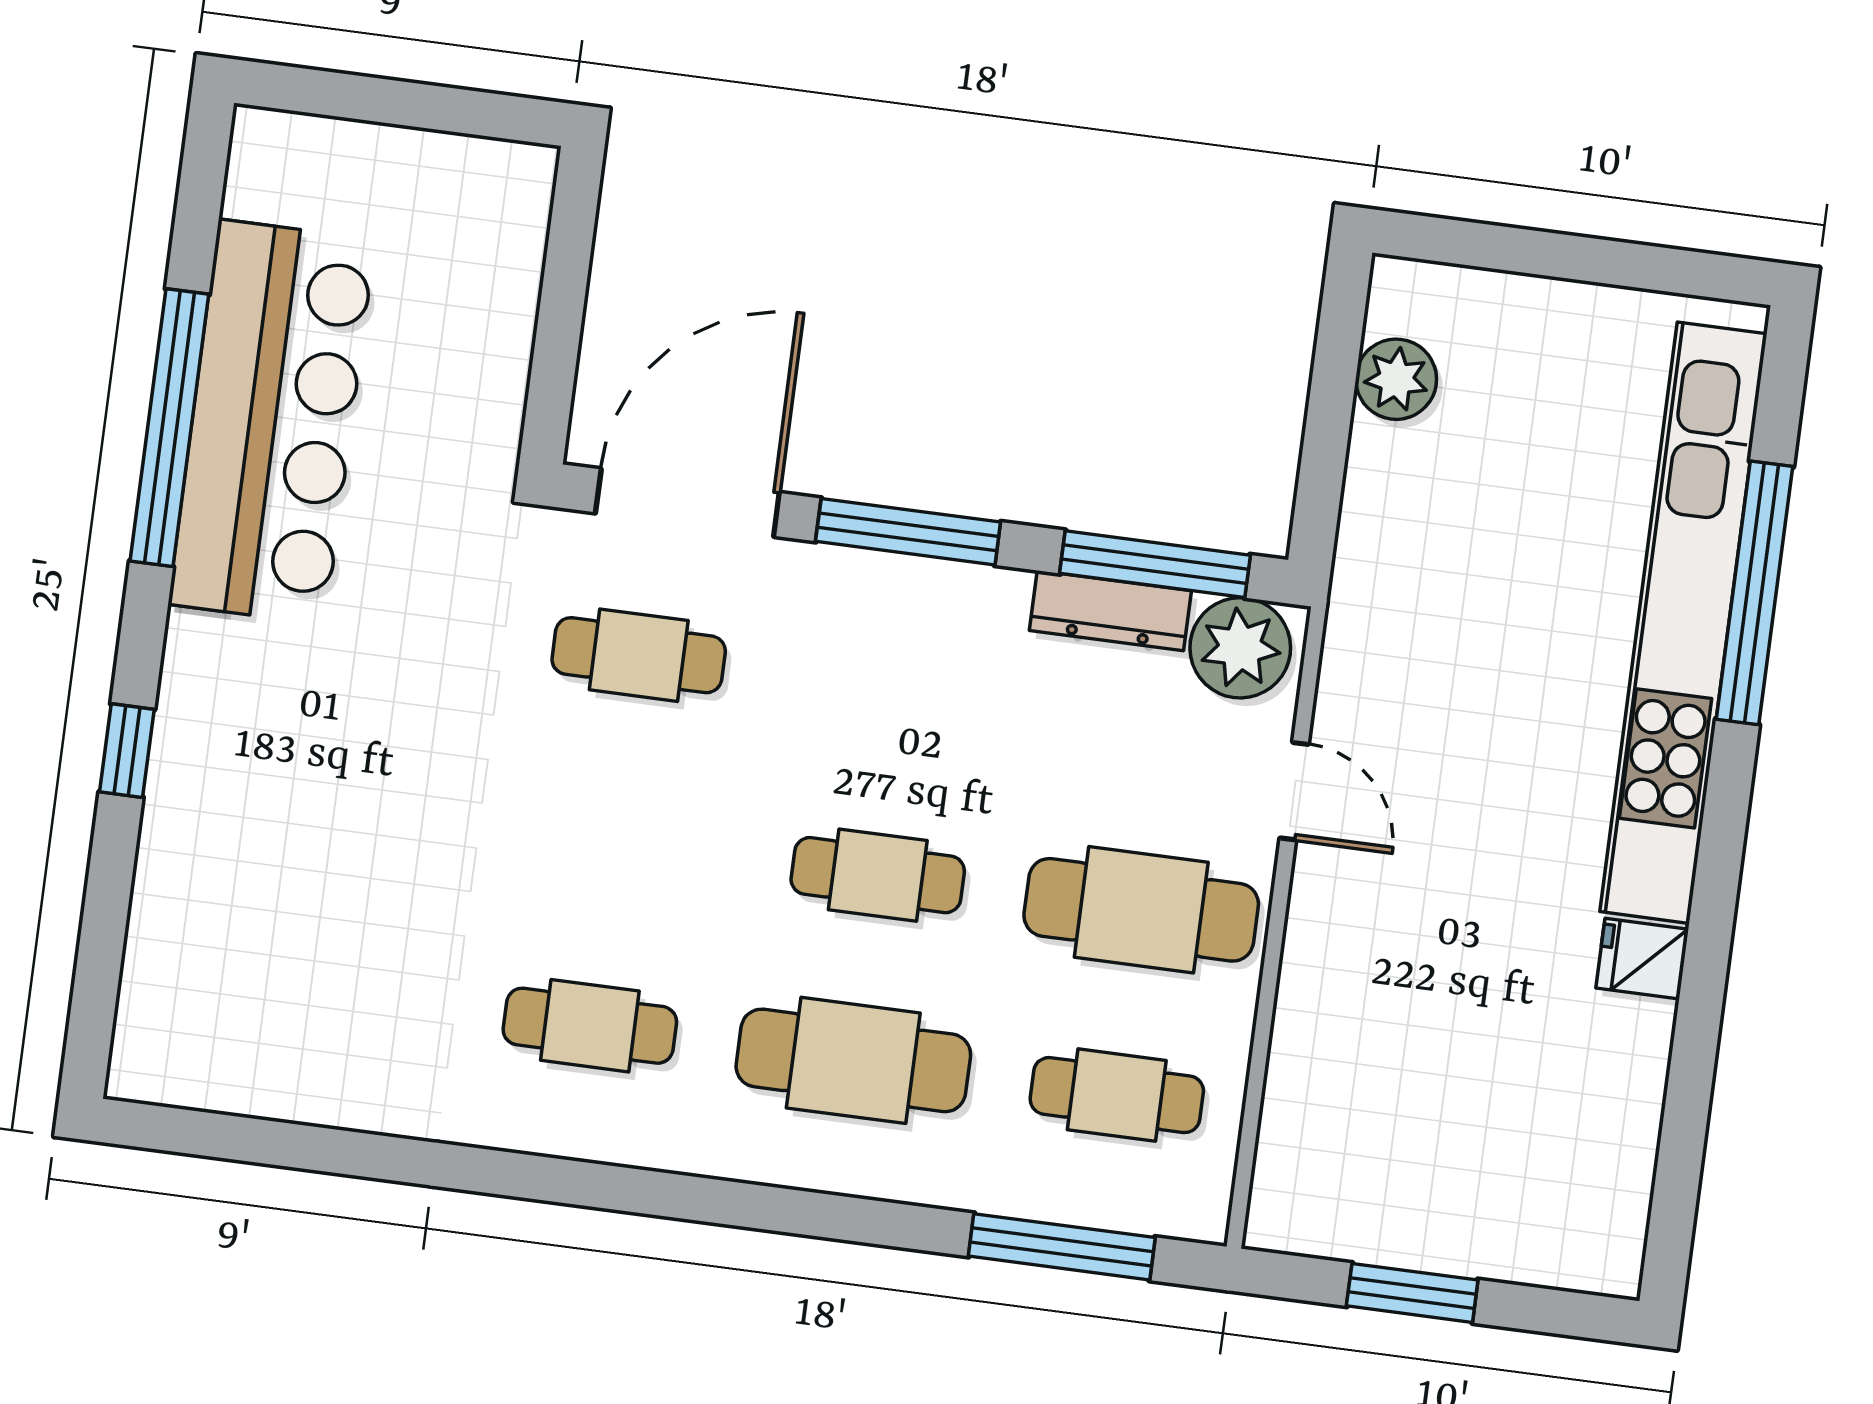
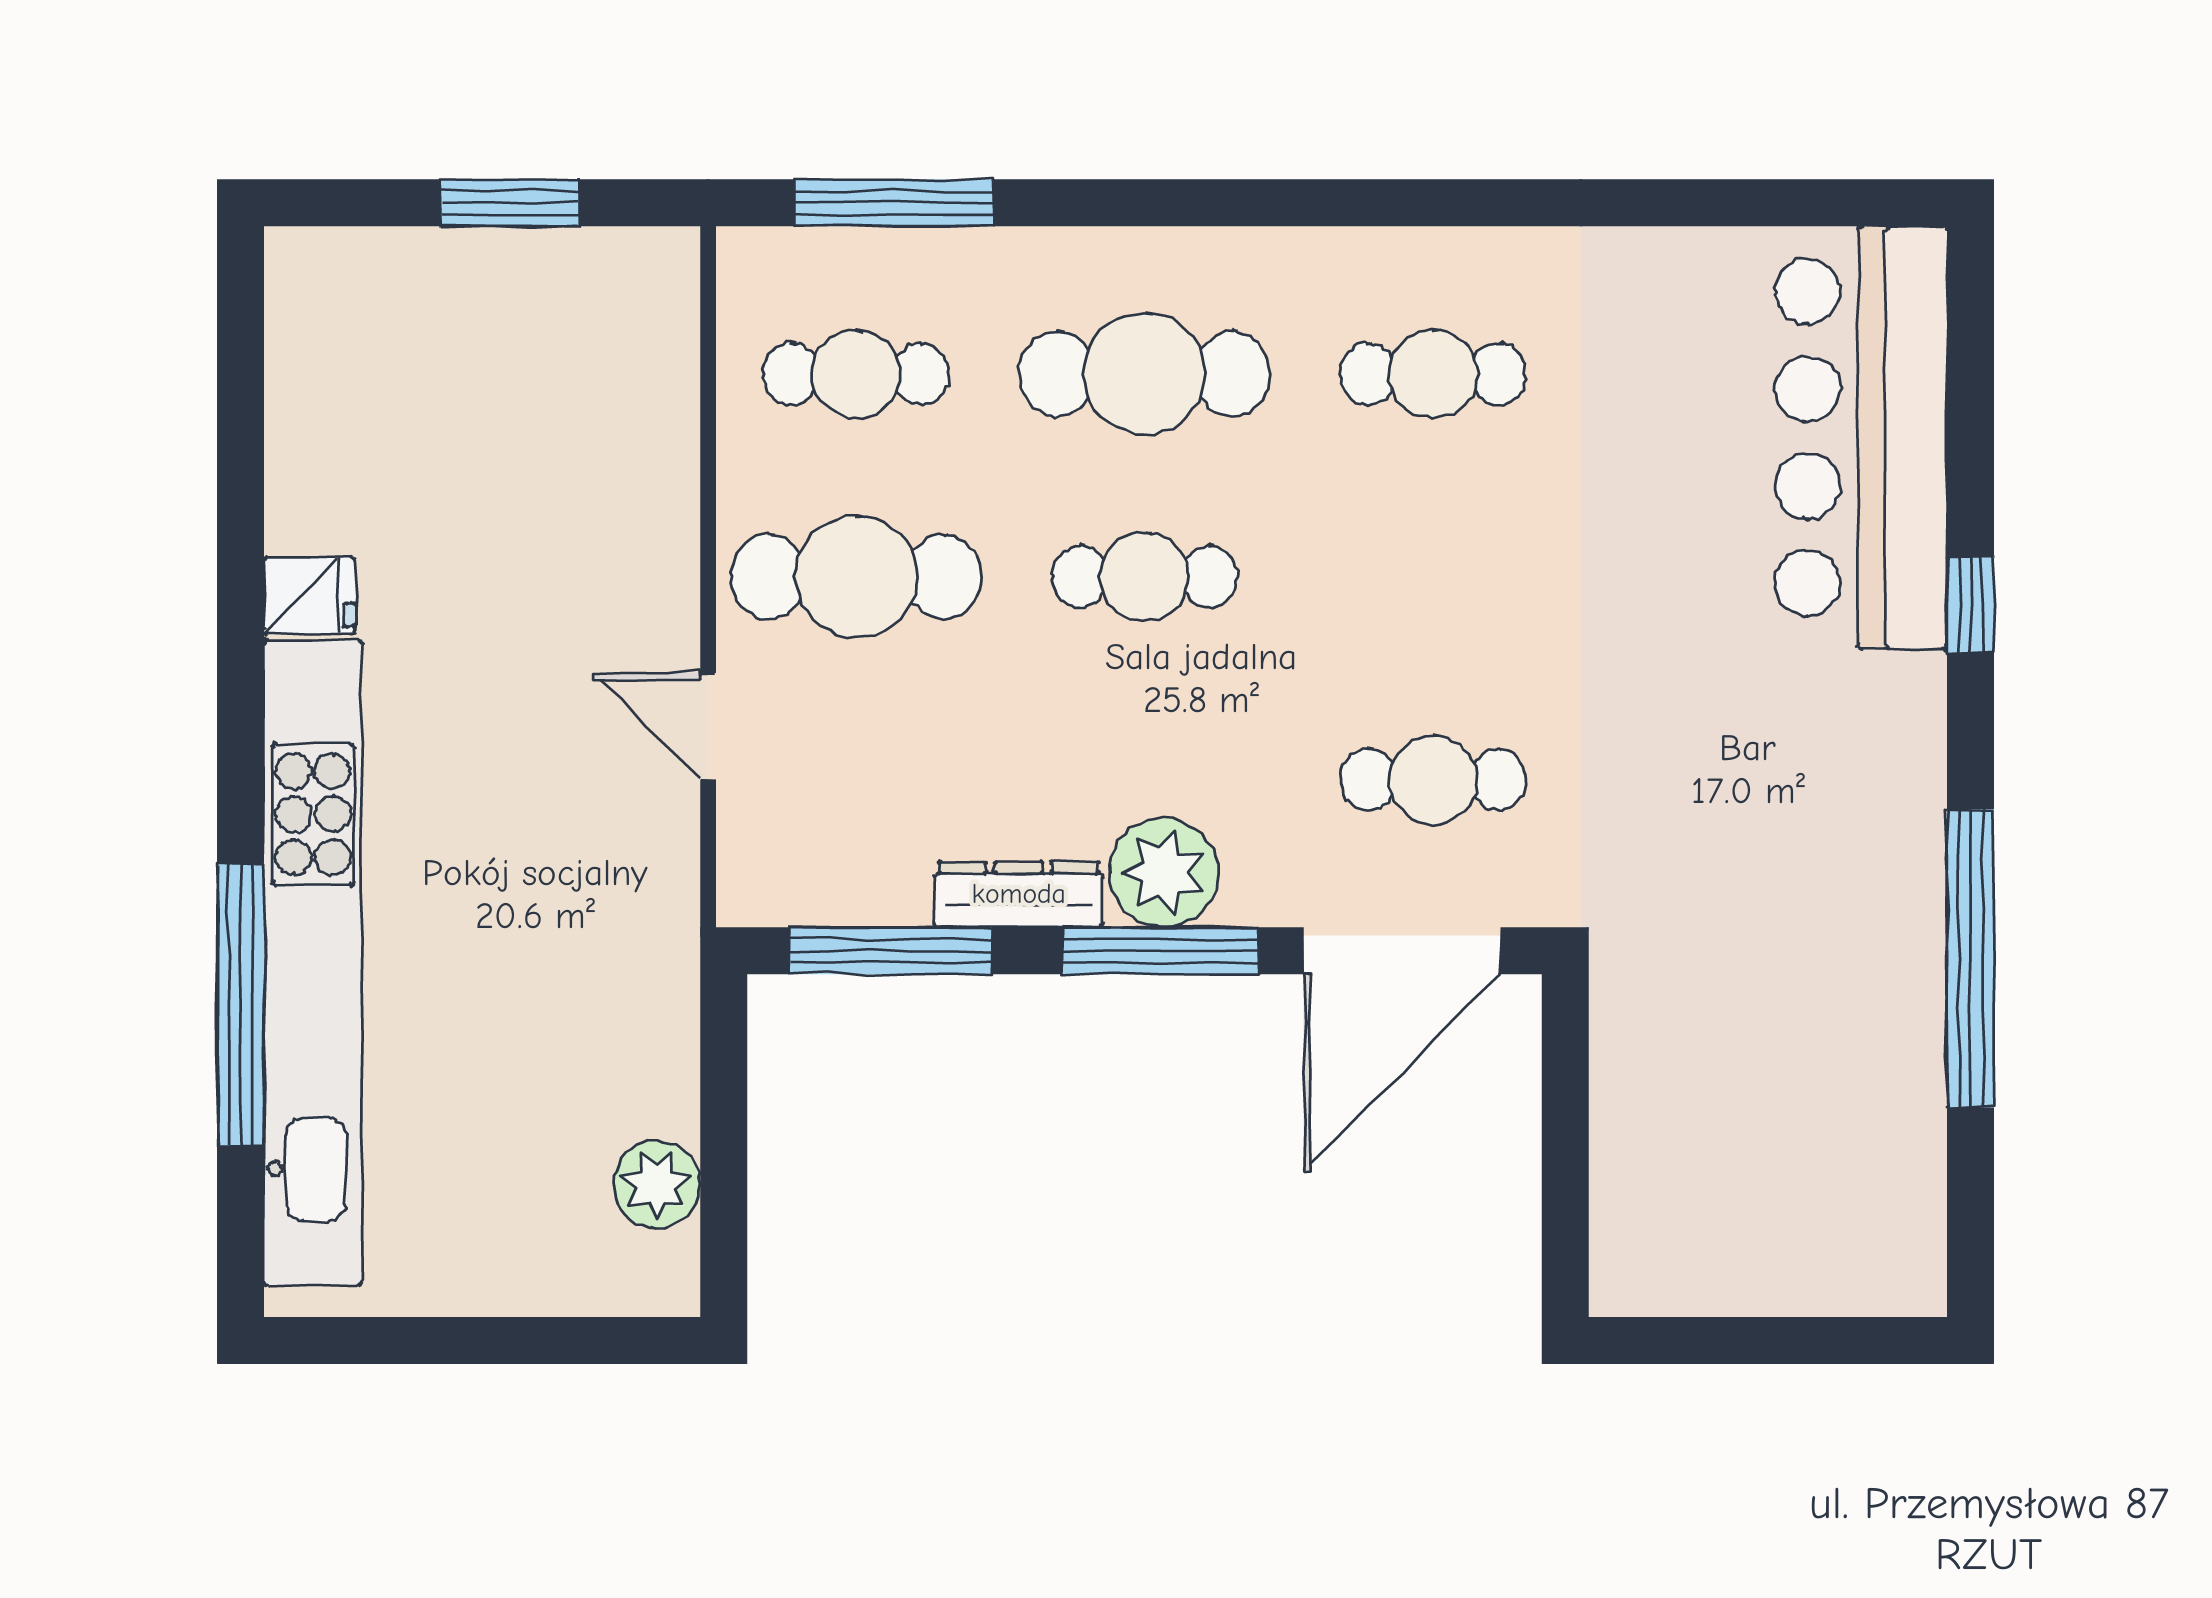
bar counter: (272, 422) -> (1861, 437), moved
dresser: (1110, 611) -> (1019, 894), moved
plant: (1240, 648) -> (1164, 873), moved

